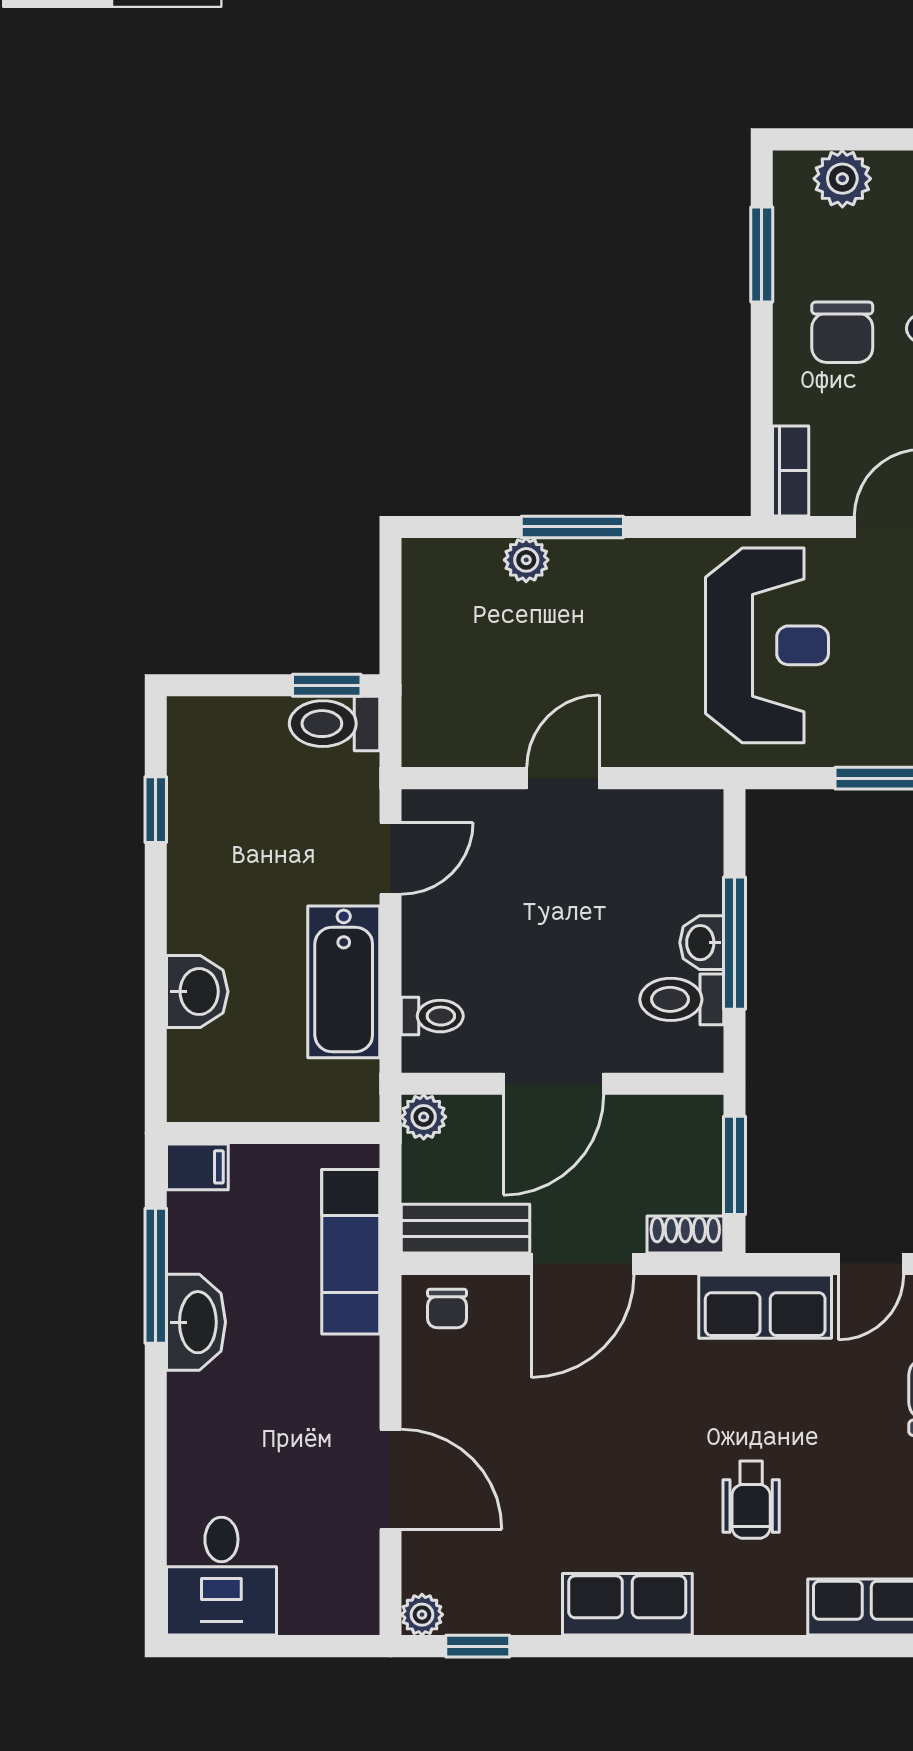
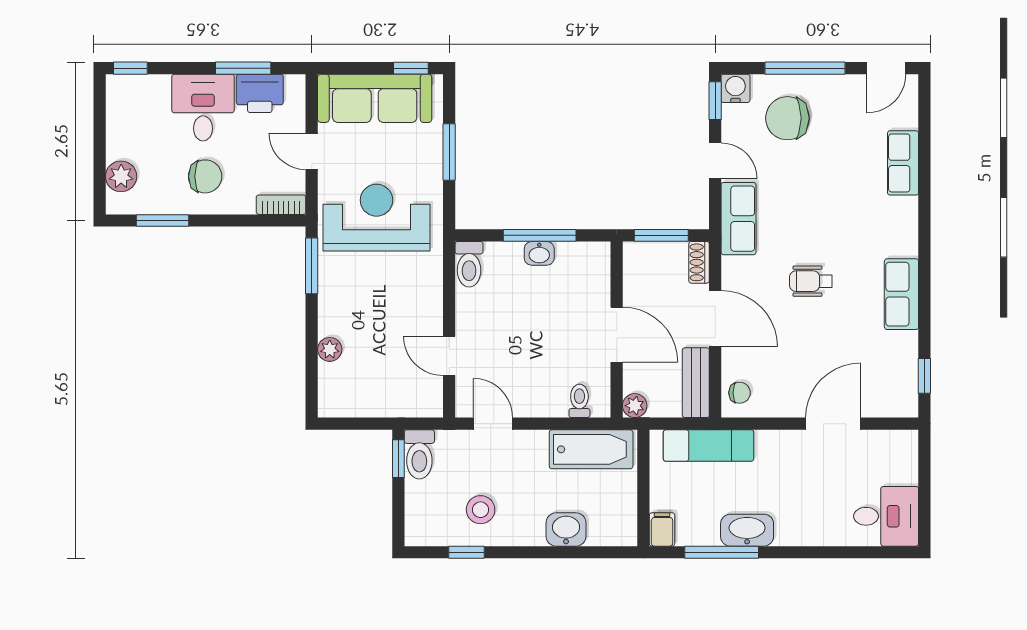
window: (572, 527) -> (312, 266), moved
door: (563, 778) -> (449, 356), moved
stool: (233, 835) -> (481, 510), added
bathtub: (344, 982) -> (591, 449), moved
toilet: (682, 999) -> (469, 264), moved
wheelchair: (751, 1500) -> (811, 281), moved, turned 180
plant: (422, 1615) -> (907, 406), removed

